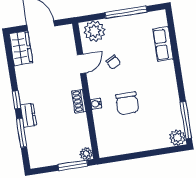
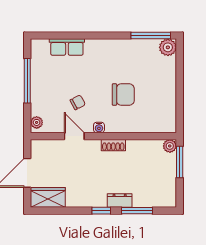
plant: (94, 31) -> (37, 122), width x0.53, depth x0.53
water cooler: (96, 104) -> (99, 127), moved

